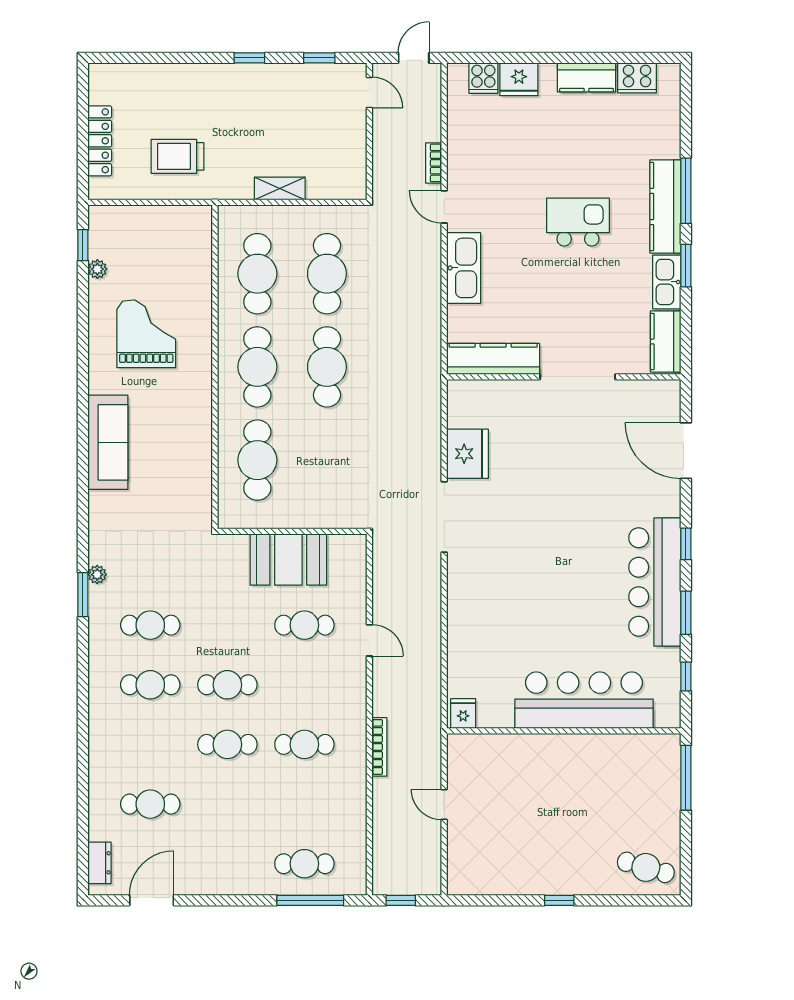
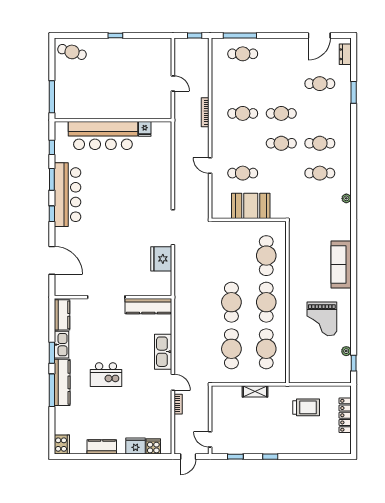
cooker: (637, 78) -> (62, 445), moved, turned 90
window: (83, 595) -> (354, 92), moved
fridge: (463, 713) -> (145, 129), moved

